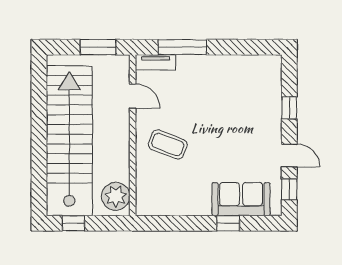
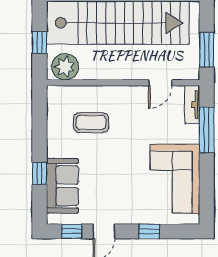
corner sofa: (233, 81) -> (175, 179), added
coffee table: (168, 144) -> (91, 123), moved, turned 69
window: (73, 223) -> (40, 42), moved

